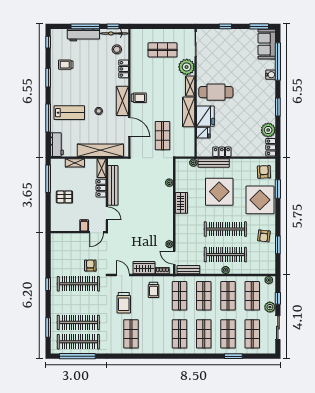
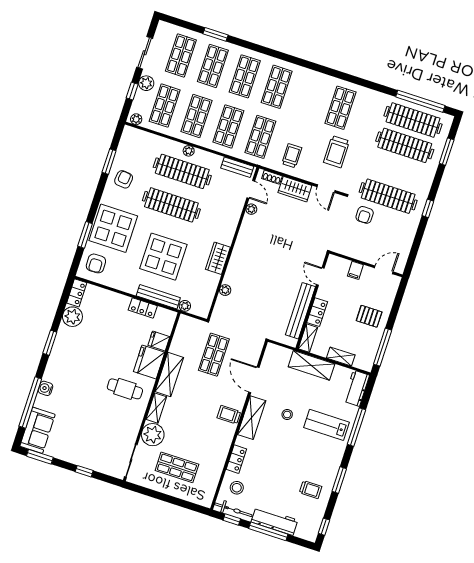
cafe table: (216, 92) -> (125, 389), width x0.73, depth x0.74
shelving: (100, 150) -> (311, 365), width x0.68
door: (97, 232) -> (384, 270), moved
trolley: (124, 303) -> (337, 152), turned 180

